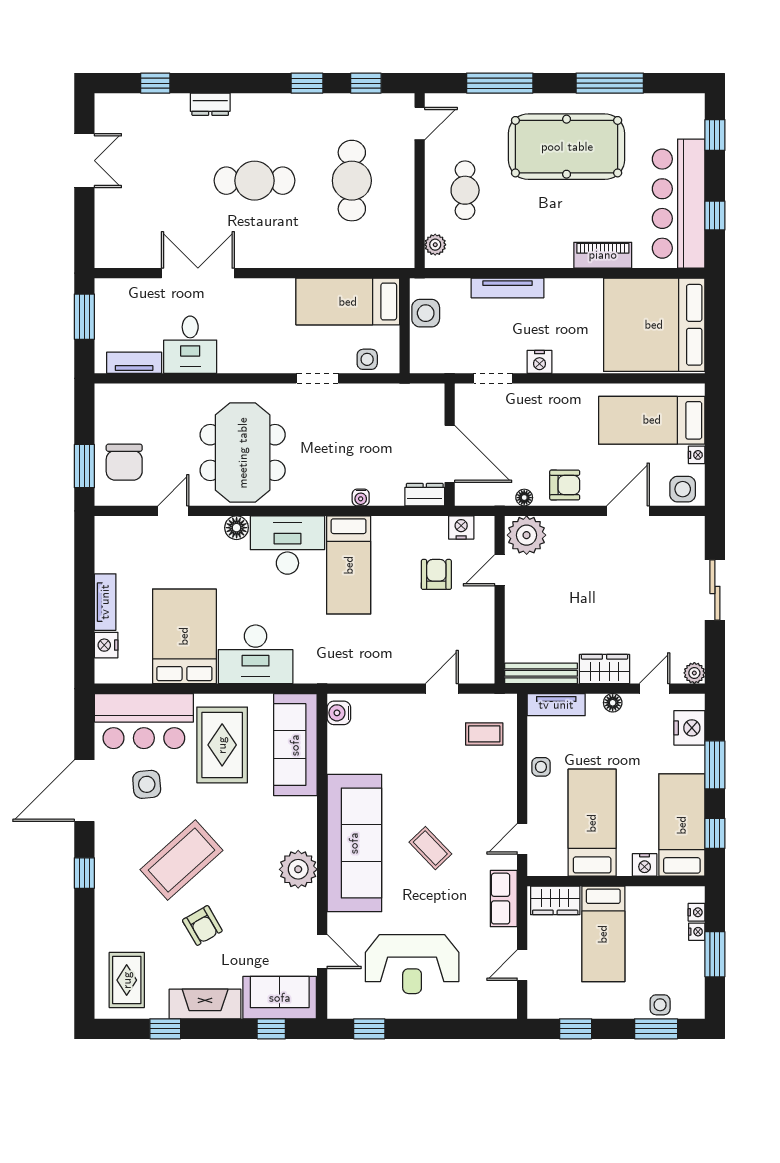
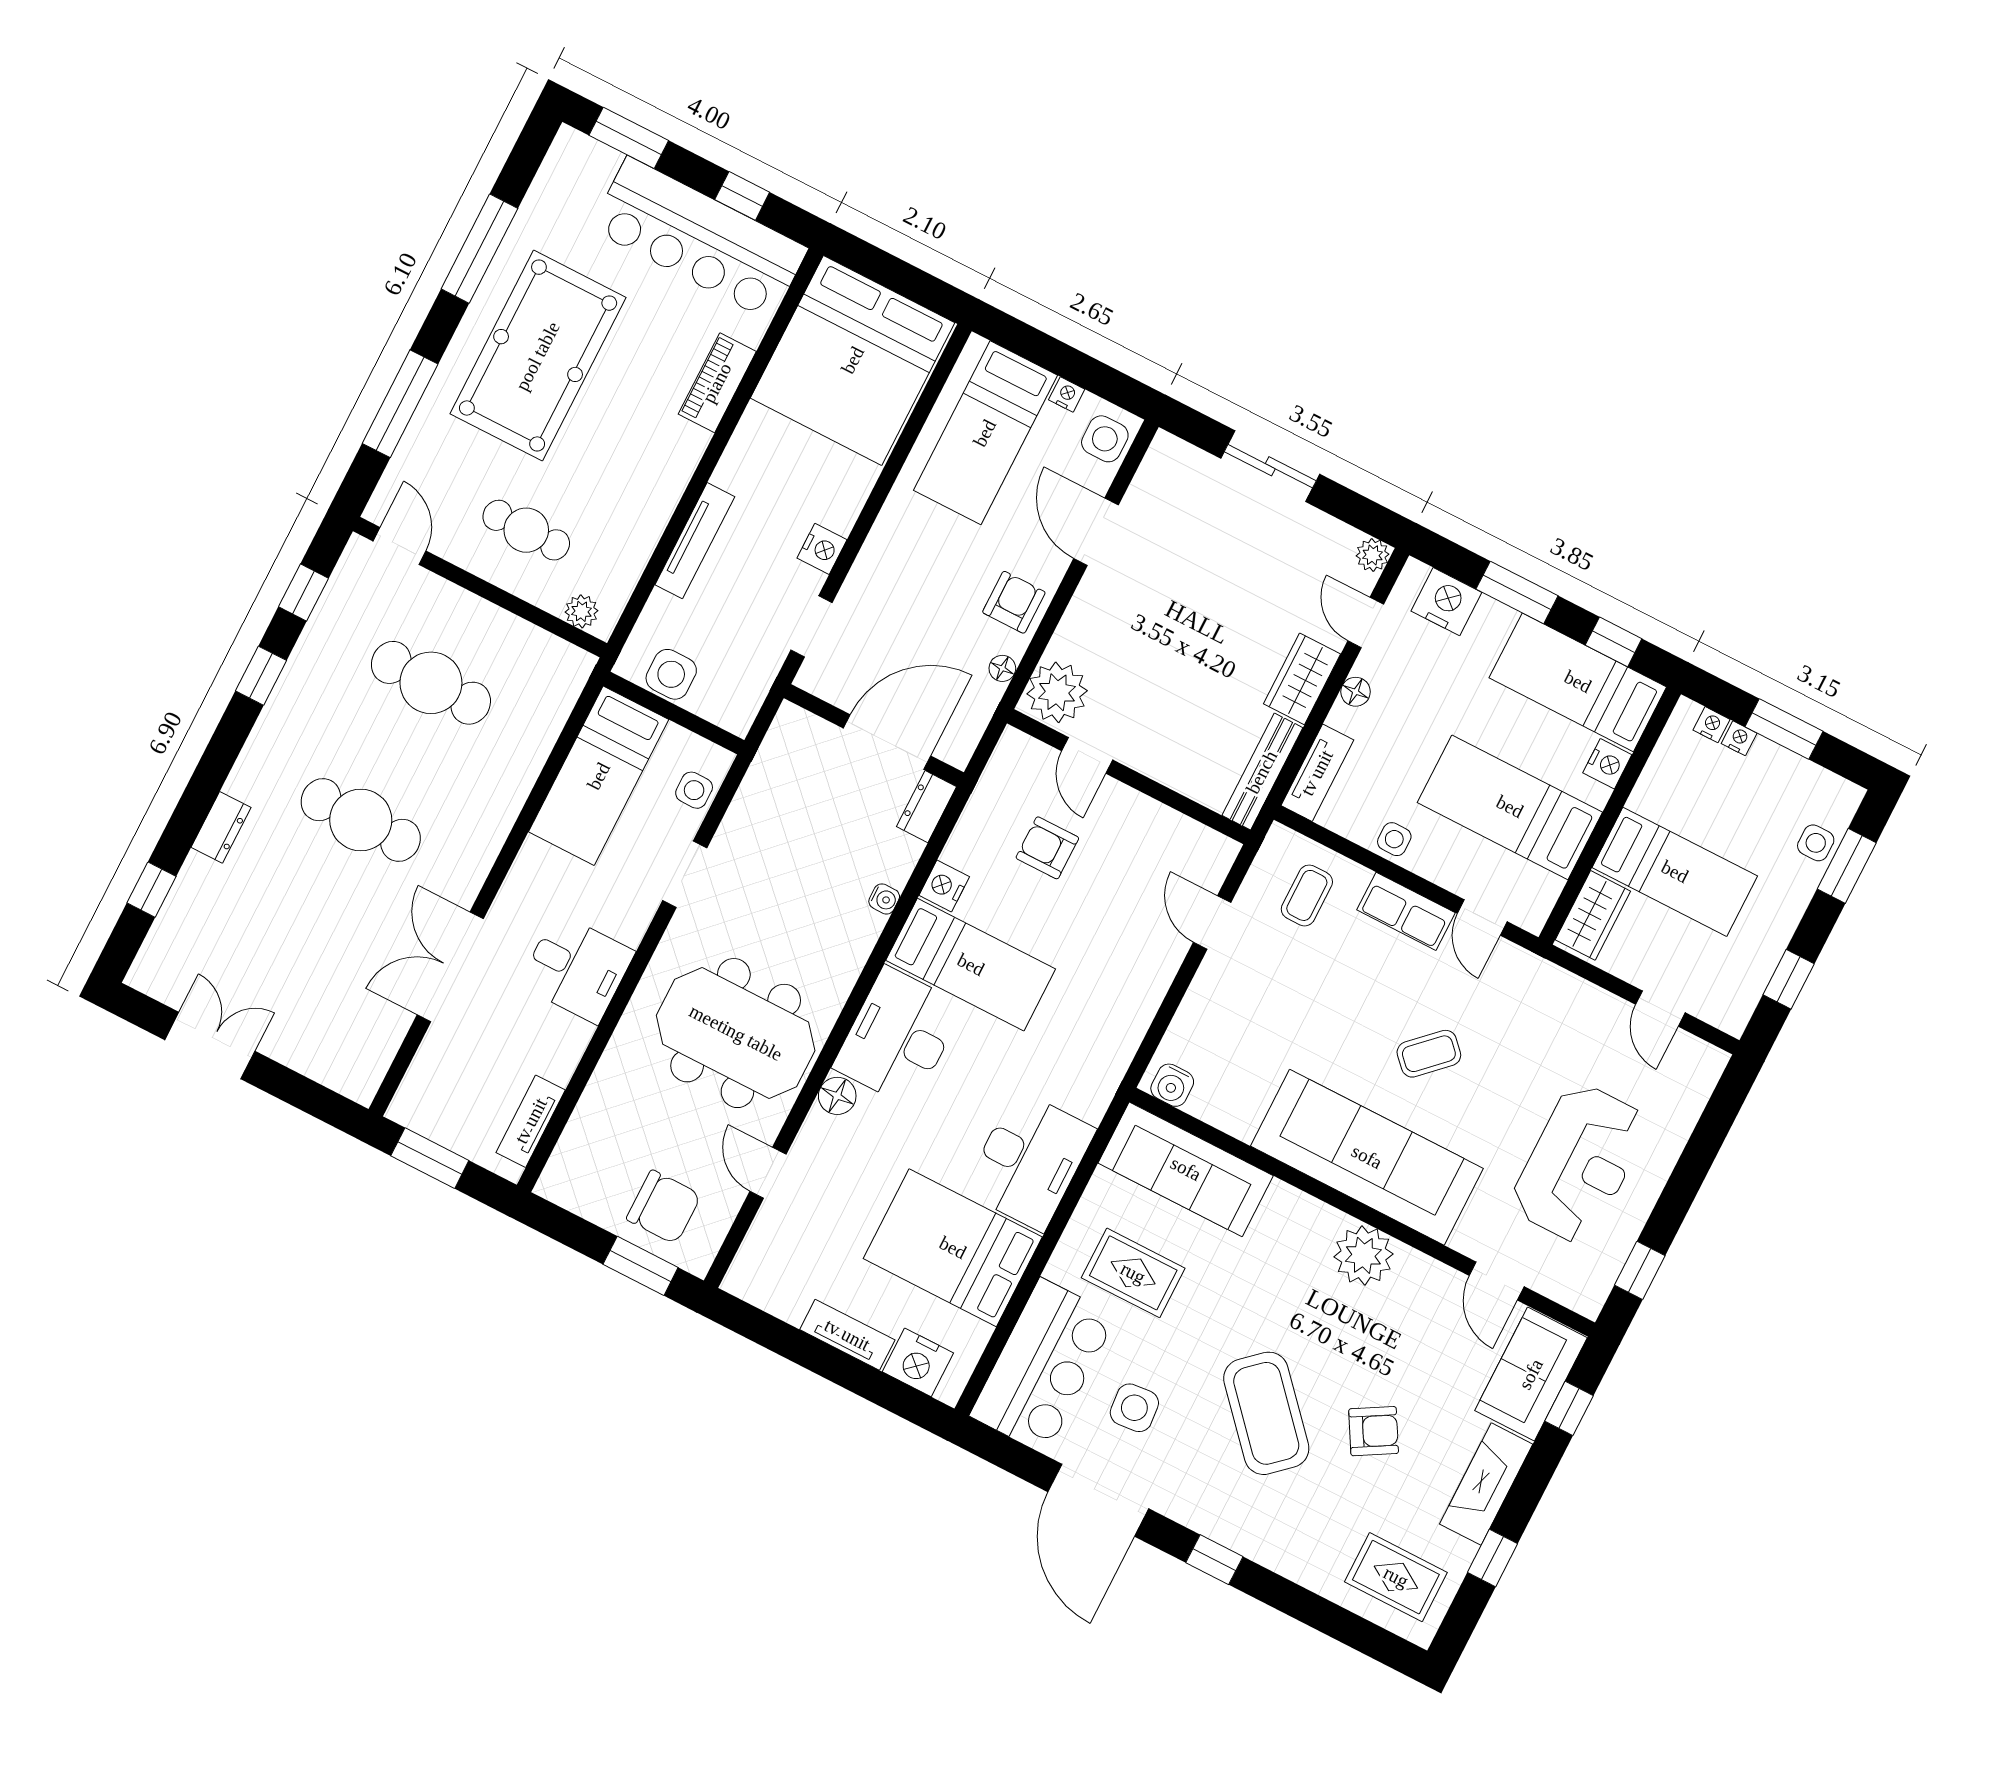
window: (715, 135) -> (629, 138), width x1.50
cafe table: (255, 181) -> (361, 820), turned 90
desk: (190, 345) -> (577, 968), moved
nightstand: (461, 527) -> (944, 886), moved
nightstand: (106, 645) -> (918, 1362), width x1.36, depth x1.33
rug: (222, 745) -> (1133, 1273), width x0.73, depth x0.70
row of seats: (504, 899) -> (1406, 911), moved
door: (322, 952) -> (1497, 1281), swing flipped

